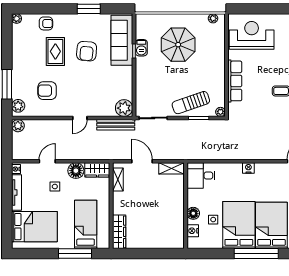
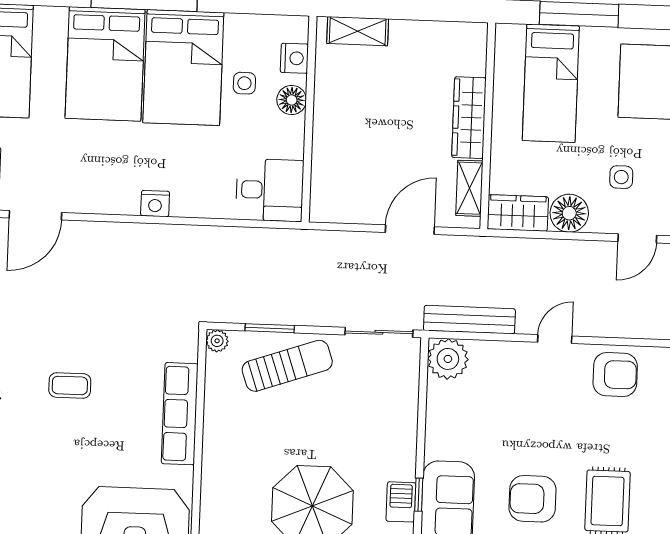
armchair: (87, 51) -> (533, 499), turned -95
armchair: (47, 91) -> (615, 374), moved
door: (142, 161) -> (410, 230), swing flipped
shelving: (172, 168) -> (358, 31), moved
wardrobe: (119, 232) -> (469, 118), moved

